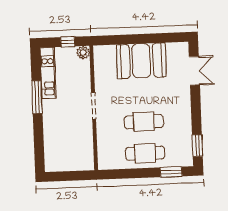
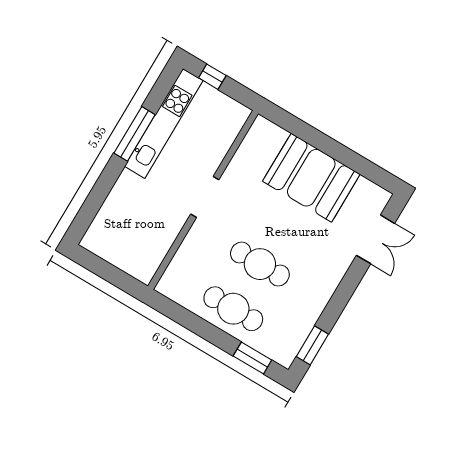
window: (68, 42) -> (212, 77), moved
plant: (83, 53) -> (238, 114), removed
kitchen unit: (48, 73) -> (164, 123), width x1.36

